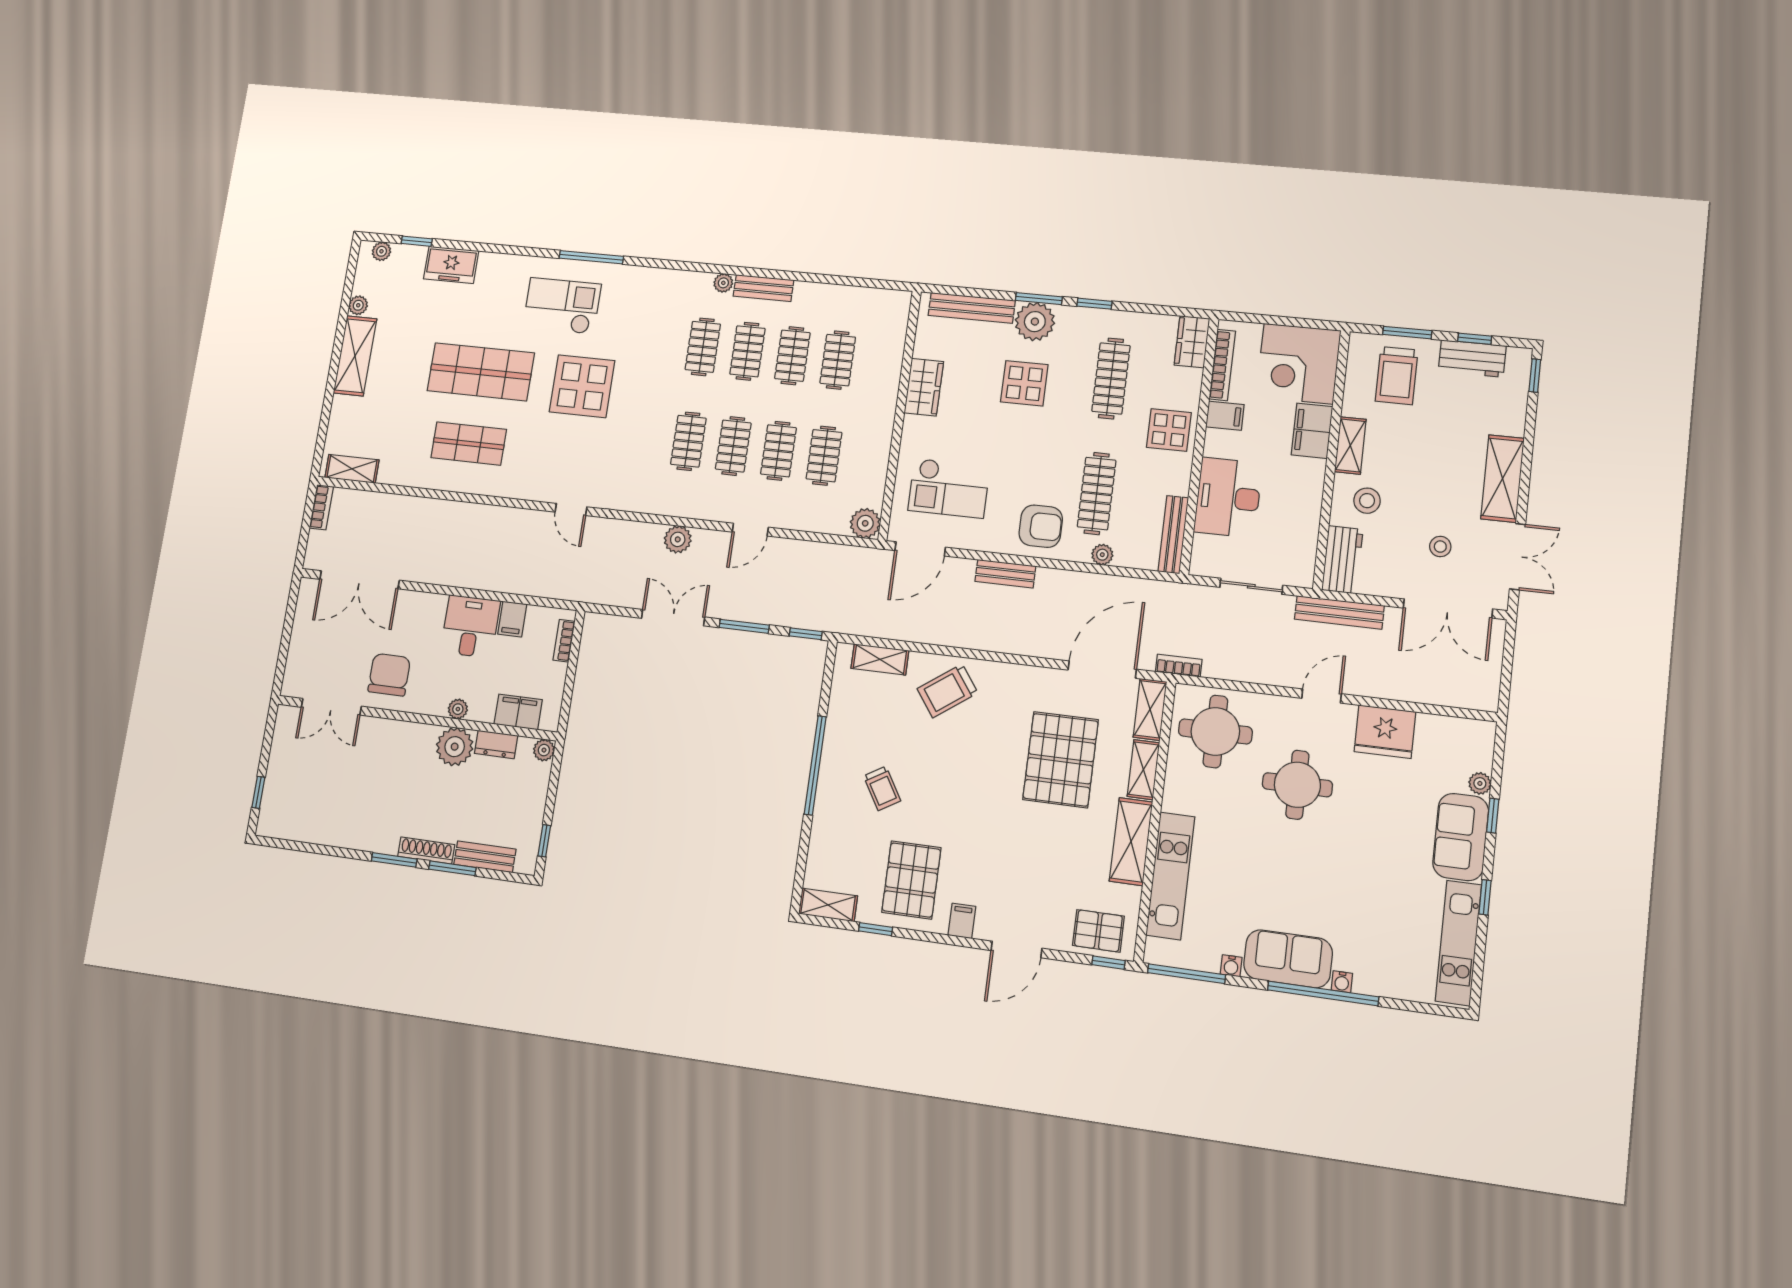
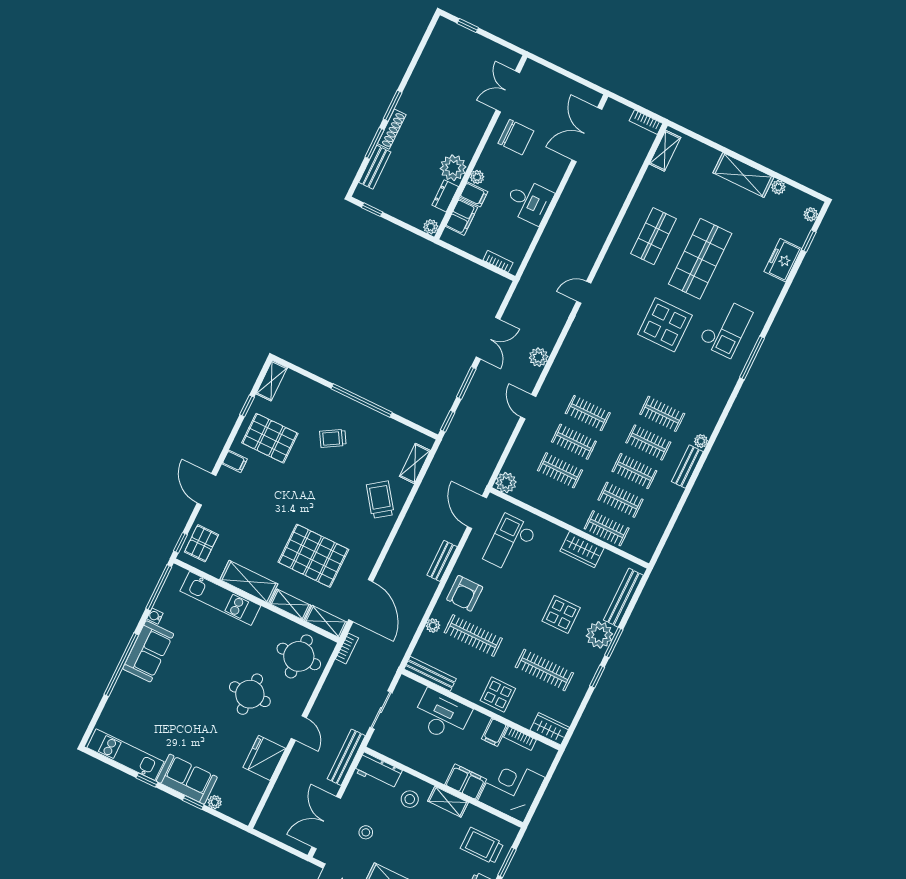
bookcase: (1222, 365) -> (520, 738), width x0.64
clothes rail: (688, 441) -> (607, 528), moved
filing cabinet: (512, 619) -> (474, 194), moved, turned 180
water cooler: (1342, 982) -> (125, 678), removed

